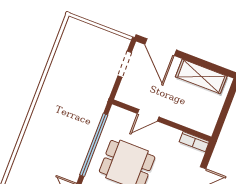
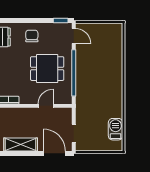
barbecue: (67, 49) -> (116, 129), added

